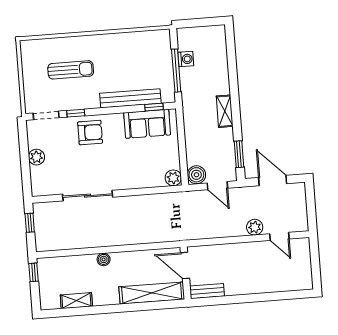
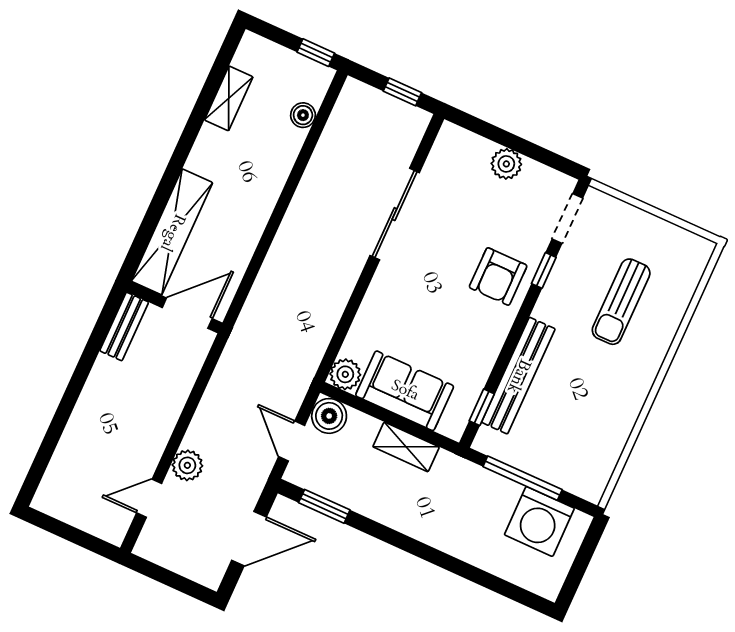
washing machine: (186, 59) -> (539, 521), width x1.89, depth x1.89
shelving: (225, 111) -> (406, 447), moved
sofa: (147, 124) -> (405, 391), moved, turned 90
door: (217, 186) -> (292, 441), hinge flipped
boiler: (104, 259) -> (303, 115), moved

